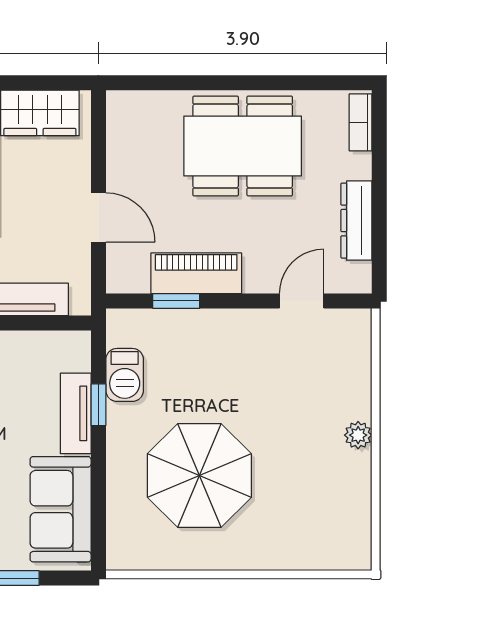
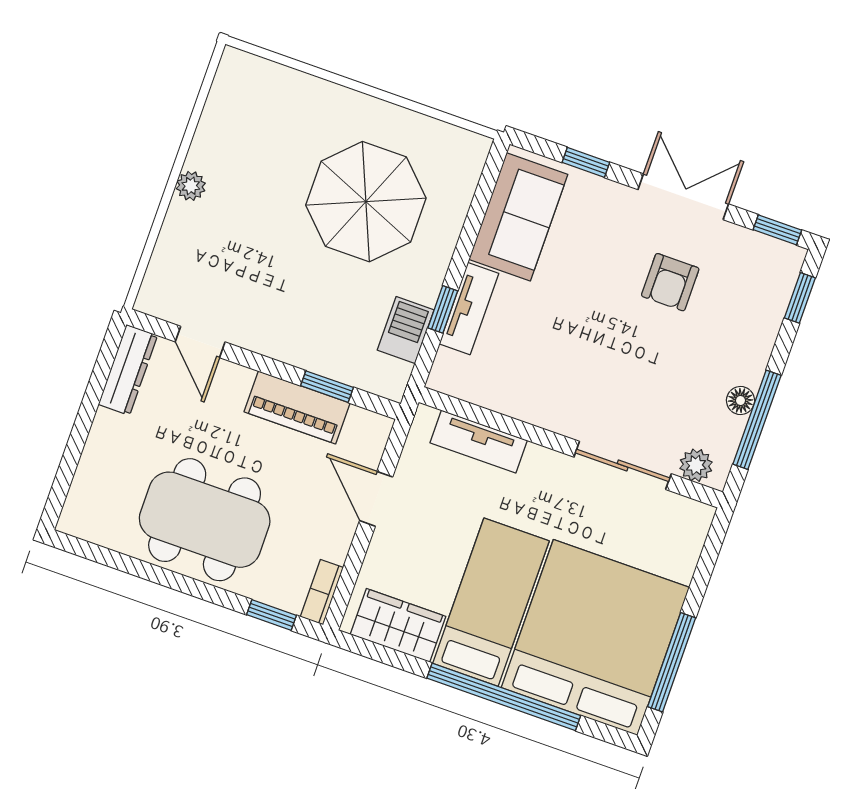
window: (154, 83) -> (272, 615), added
bookcase: (361, 122) -> (322, 592), moved, turned 180
dresser: (356, 221) -> (128, 370), moved
door: (302, 301) -> (200, 342), hinge flipped

